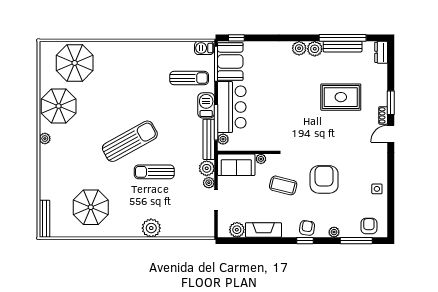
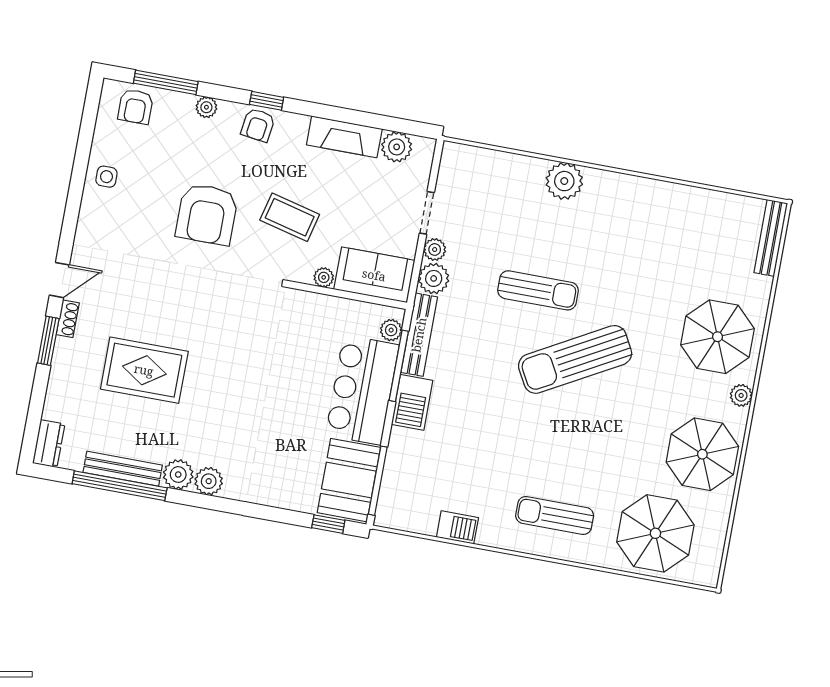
barbecue: (204, 48) -> (457, 527), moved
sun lounger: (189, 78) -> (555, 515), moved
parasol: (91, 207) -> (718, 337), moved

